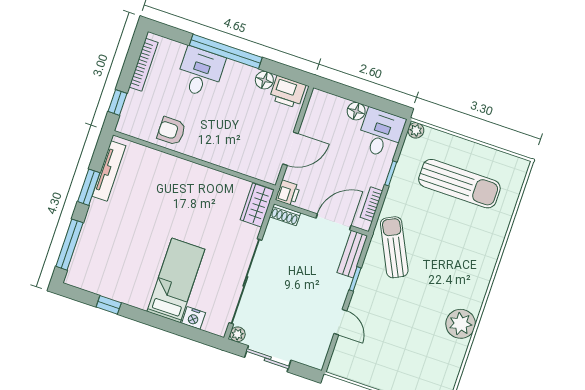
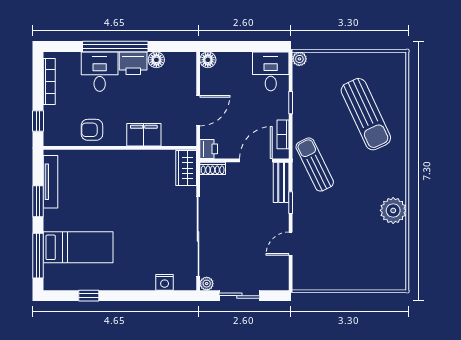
printer: (288, 92) -> (133, 63), moved
floor lamp: (356, 111) -> (208, 60), moved
filing cabinet: (224, 155) -> (144, 135), added
sun lounger: (459, 184) -> (366, 114), moved, turned 65
bed: (176, 280) -> (78, 247), moved, turned 90
door: (340, 322) -> (291, 244), swing flipped

